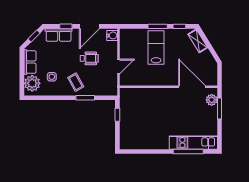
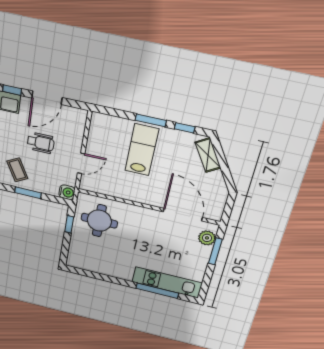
water cooler: (112, 35) -> (67, 192), moved
round table: (138, 106) -> (99, 221), added

